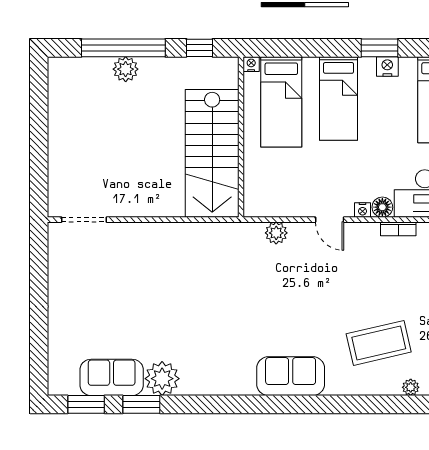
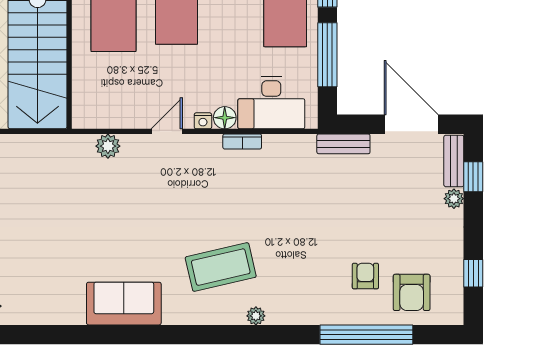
door: (330, 220) -> (167, 131), swing flipped

